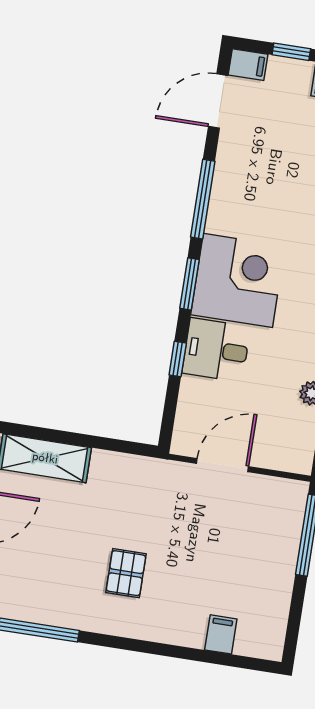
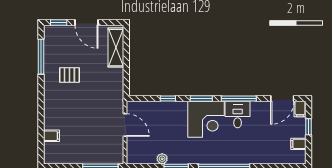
door: (218, 101) -> (282, 98), swing flipped
desk: (216, 350) -> (238, 115), moved
pallet: (126, 573) -> (69, 75), moved

